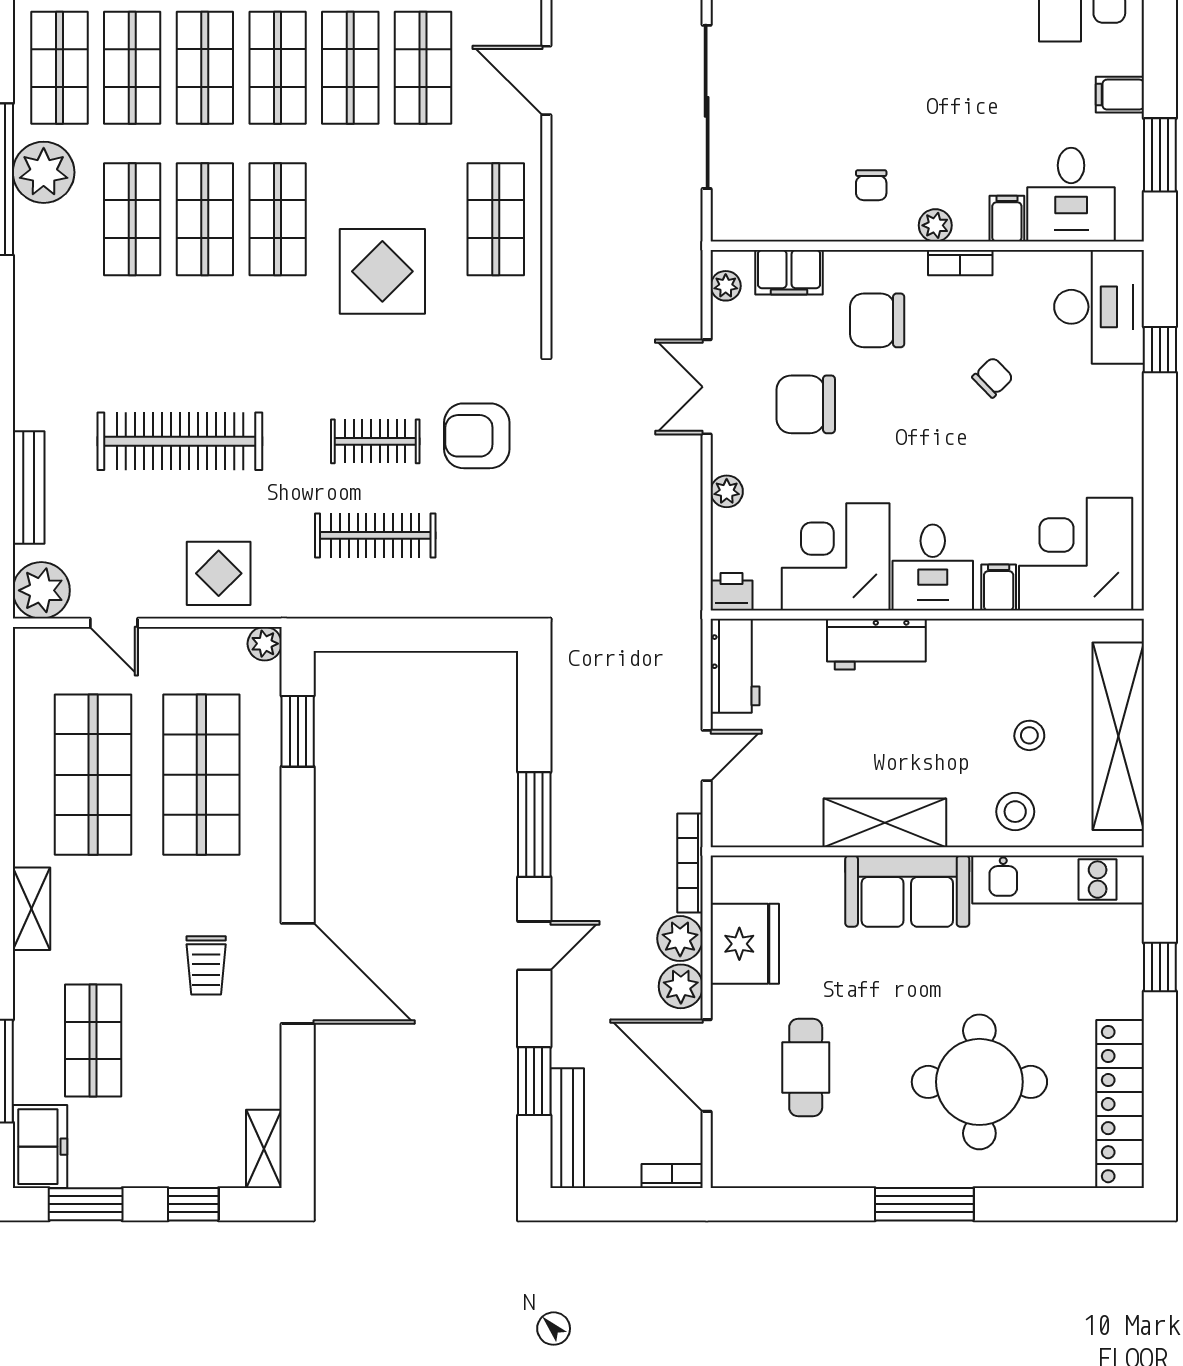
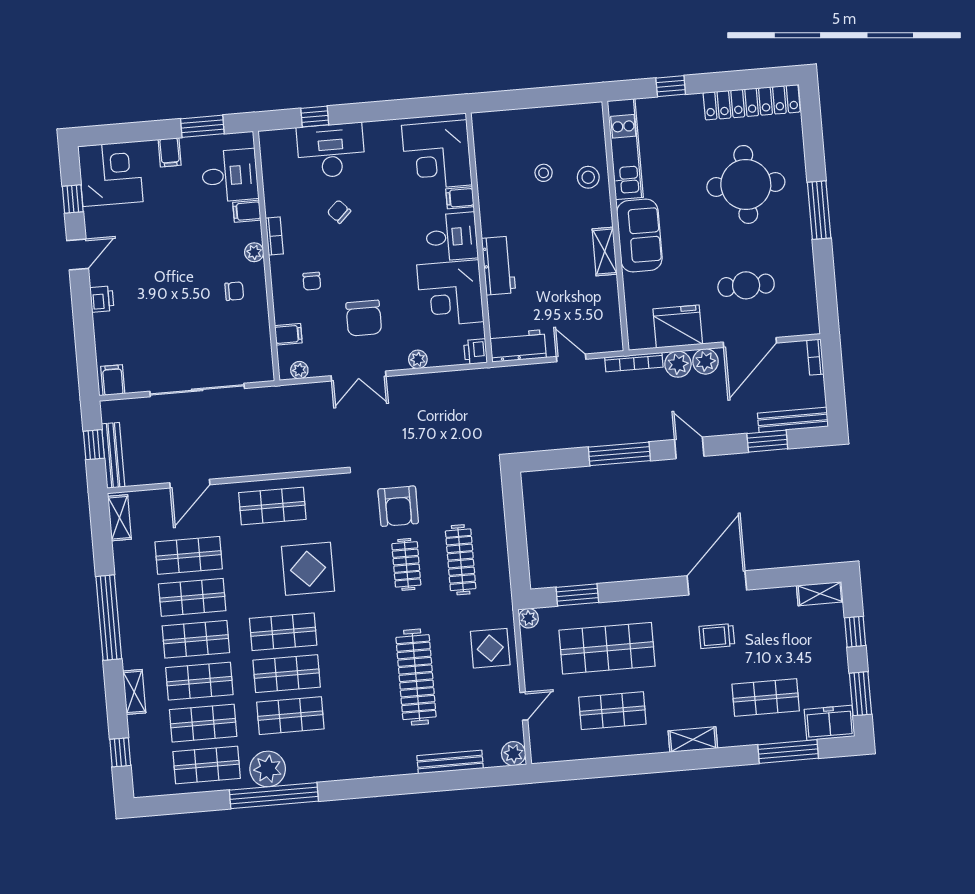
filing cabinet: (789, 272) -> (288, 334), width x0.50
desk: (1099, 307) -> (331, 151), moved
chair: (877, 320) -> (312, 281), width x0.54, depth x0.54
plant: (41, 590) -> (514, 754), width x0.73, depth x0.73
shelving: (1118, 736) -> (540, 122), removed
shop shelf: (93, 775) -> (612, 711), width x0.70, depth x0.74
shelving: (885, 823) -> (605, 252), width x0.67, depth x0.75
trolley: (206, 965) -> (717, 636), turned 180

